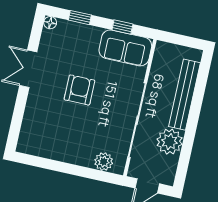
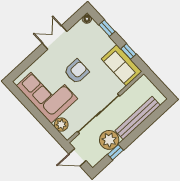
corner sofa: (62, 136) -> (47, 92), added
window: (186, 151) -> (115, 152), added

